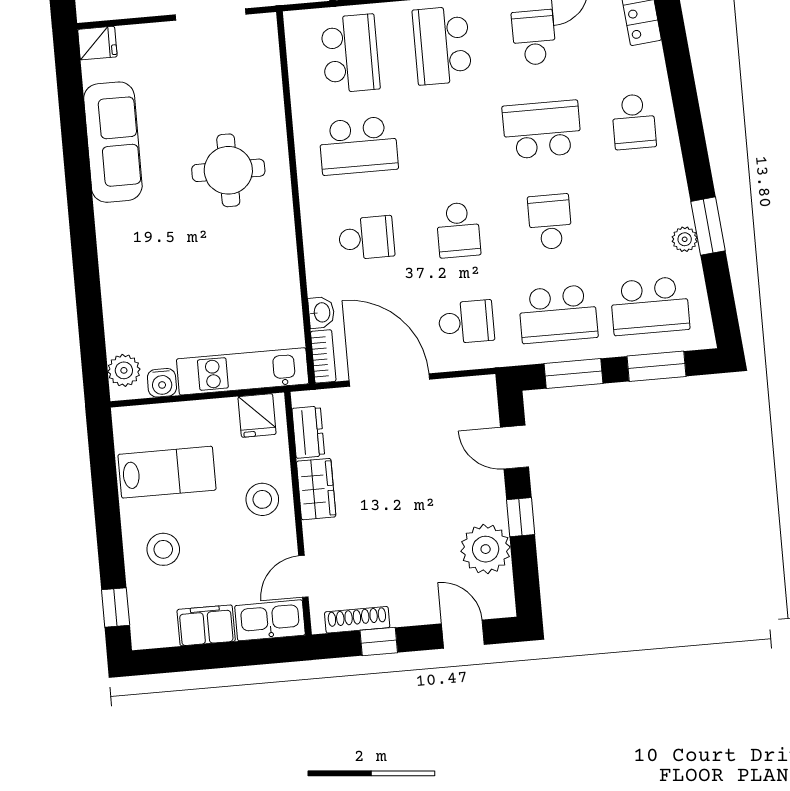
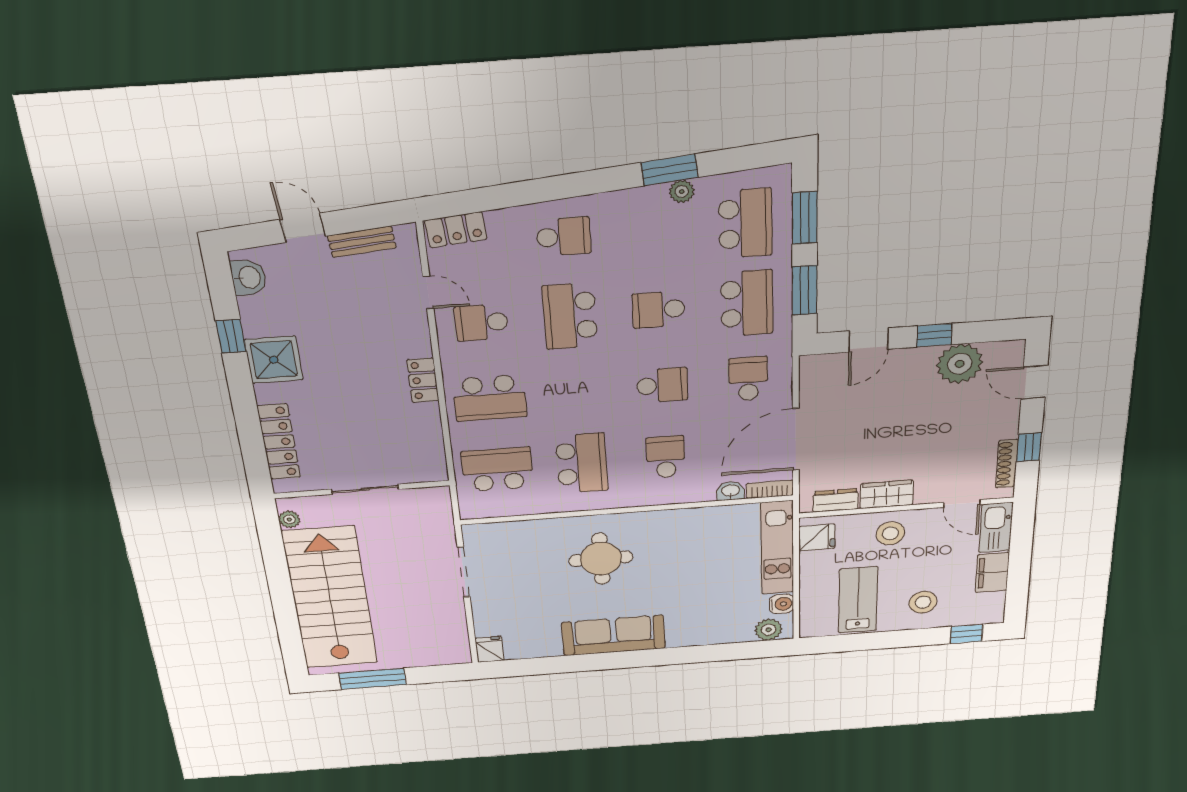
sofa: (113, 142) -> (614, 635), moved
door: (463, 634) -> (1034, 382), hinge flipped

